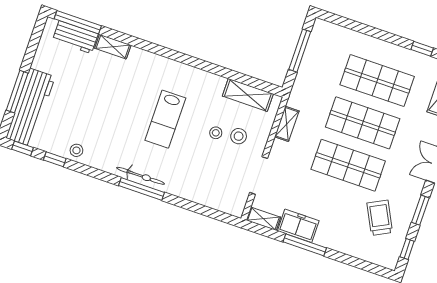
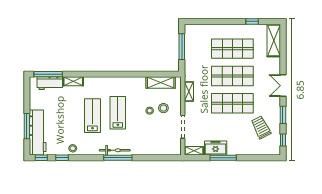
lab bench: (124, 110) -> (92, 116), added
lab bench: (165, 119) -> (118, 113), turned 180

